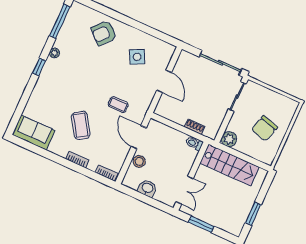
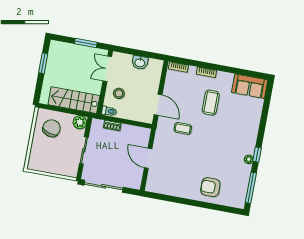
armchair: (104, 33) -> (210, 187), turned -132
side table: (137, 57) -> (177, 174), removed
window: (39, 67) -> (257, 155), moved
sliding door: (237, 97) -> (84, 150), moved
coffee table: (81, 125) -> (211, 103), turned 33
chair: (264, 128) -> (52, 128), moved
stool: (139, 161) -> (119, 93), moved

